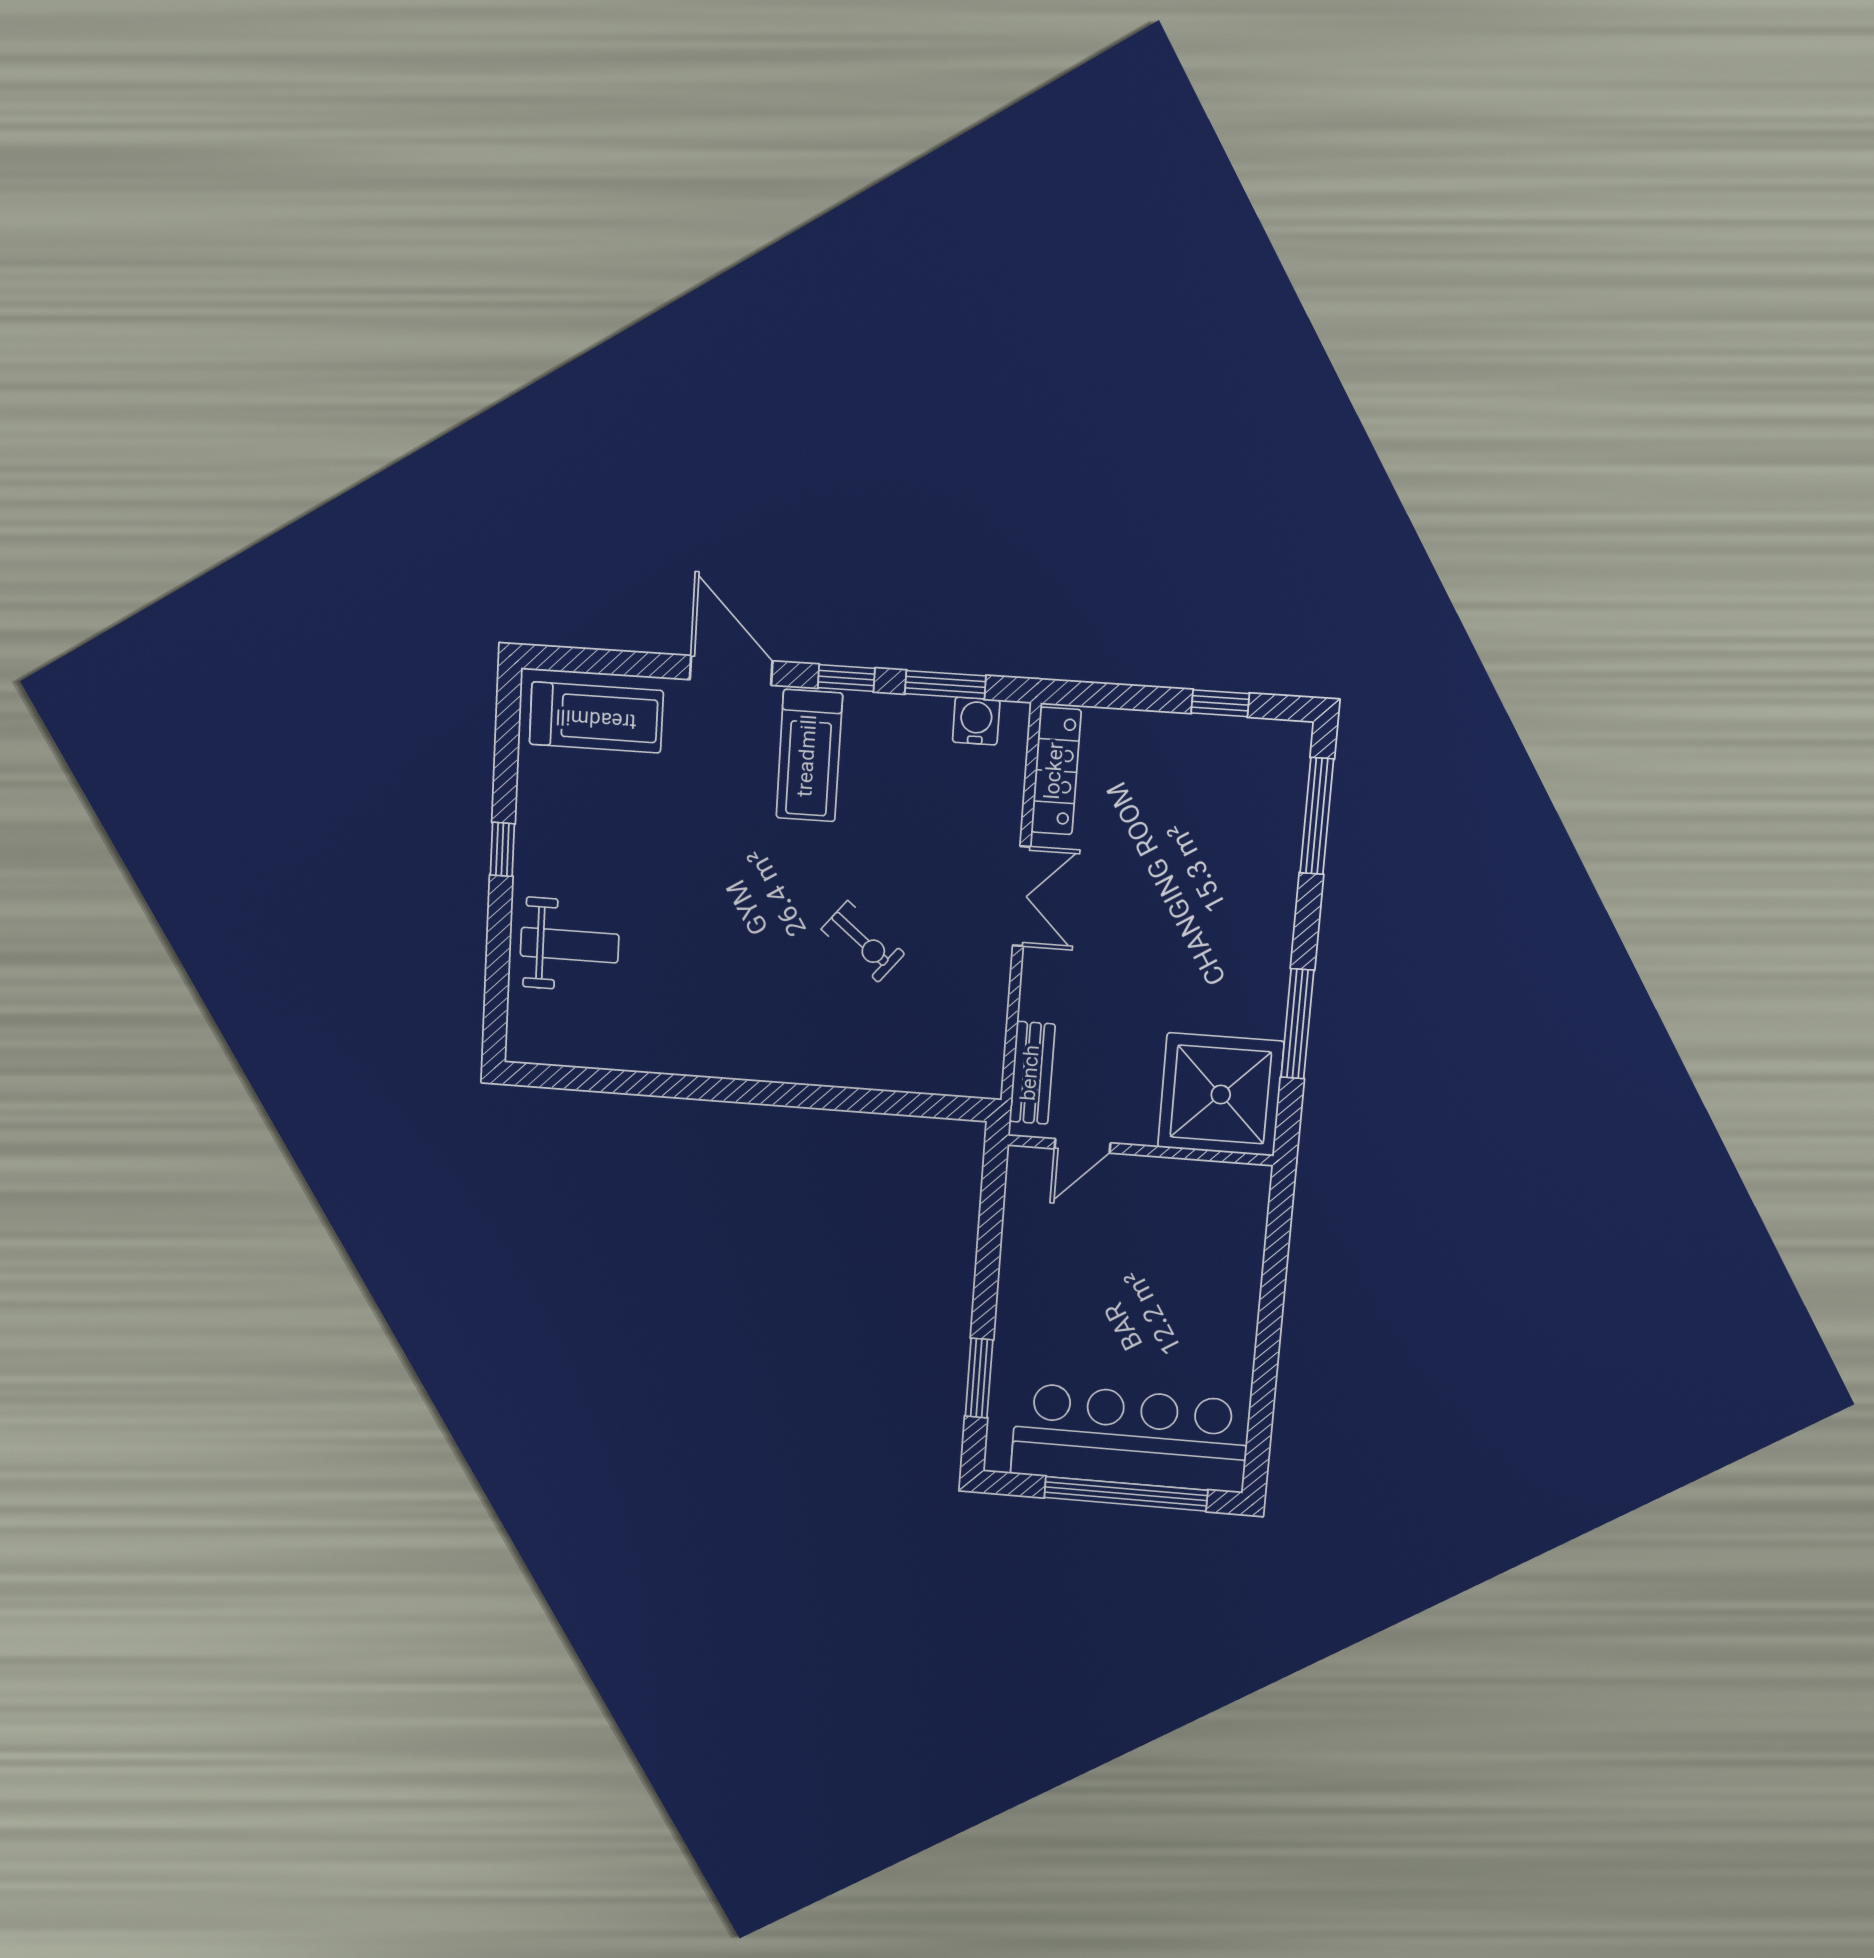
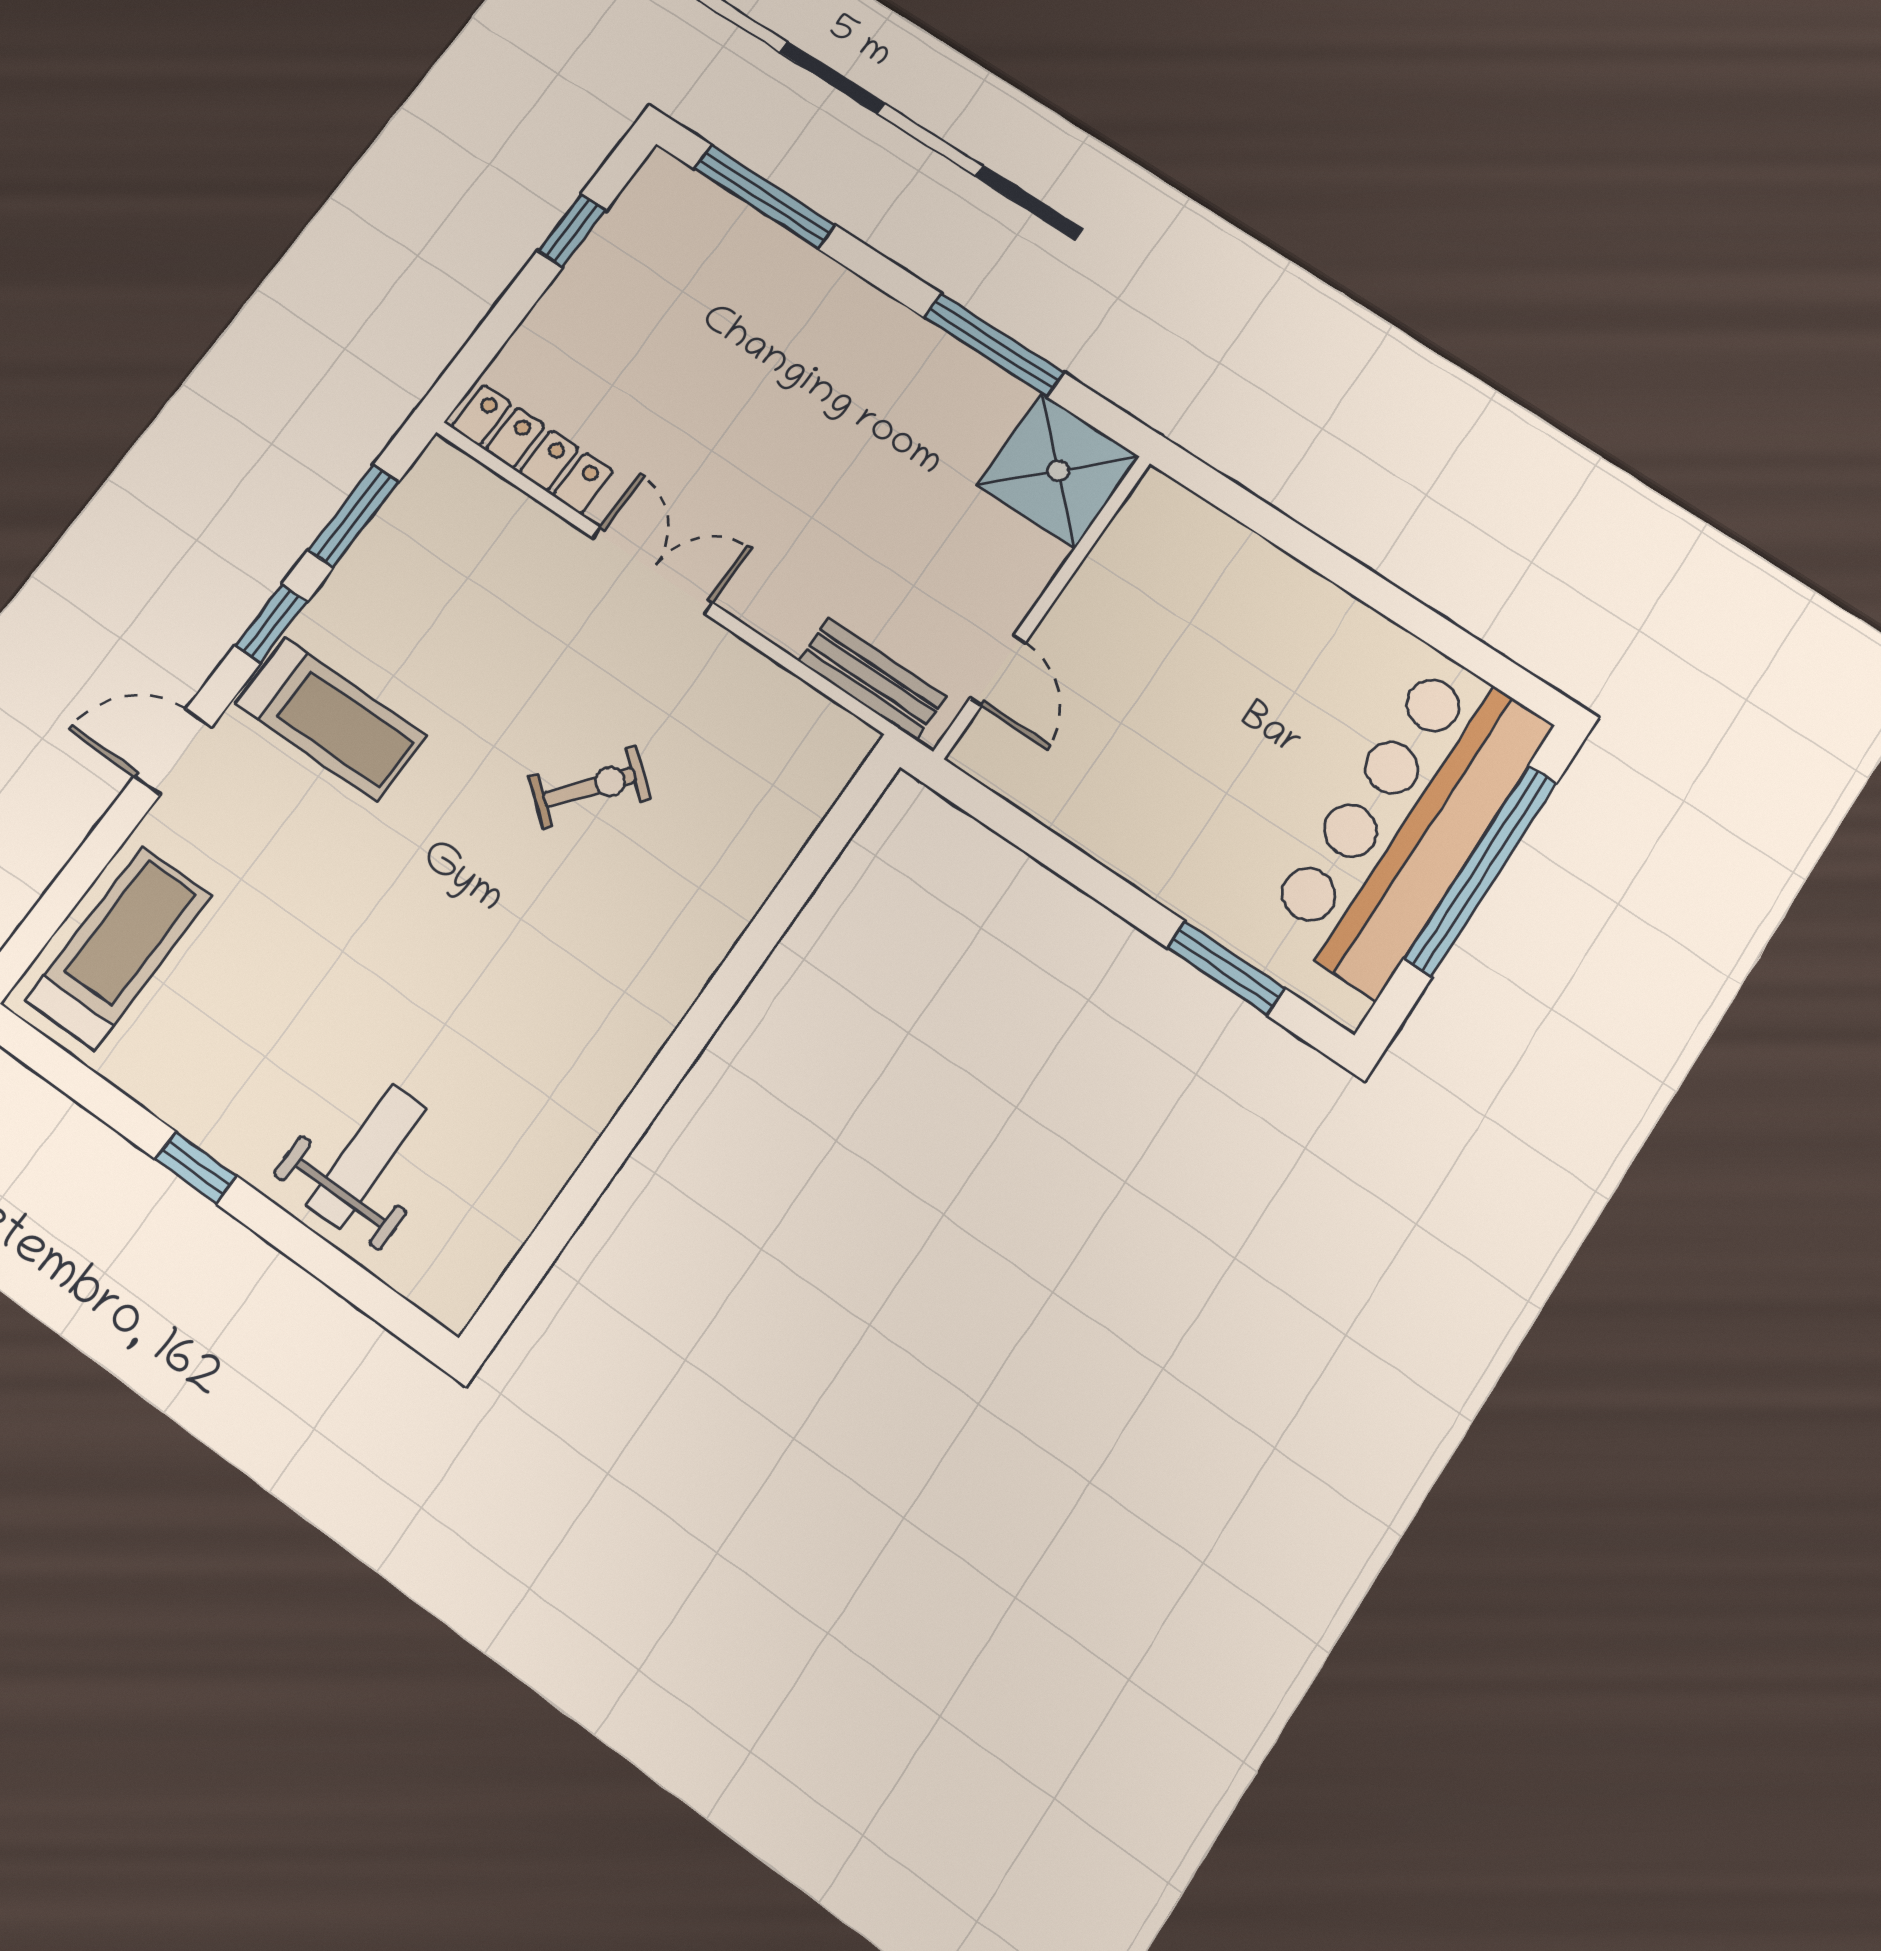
door: (731, 670) -> (173, 752), width x0.73
water cooler: (976, 721) -> (417, 505), removed
shower: (1221, 1095) -> (1058, 471), width x0.73, depth x0.73

